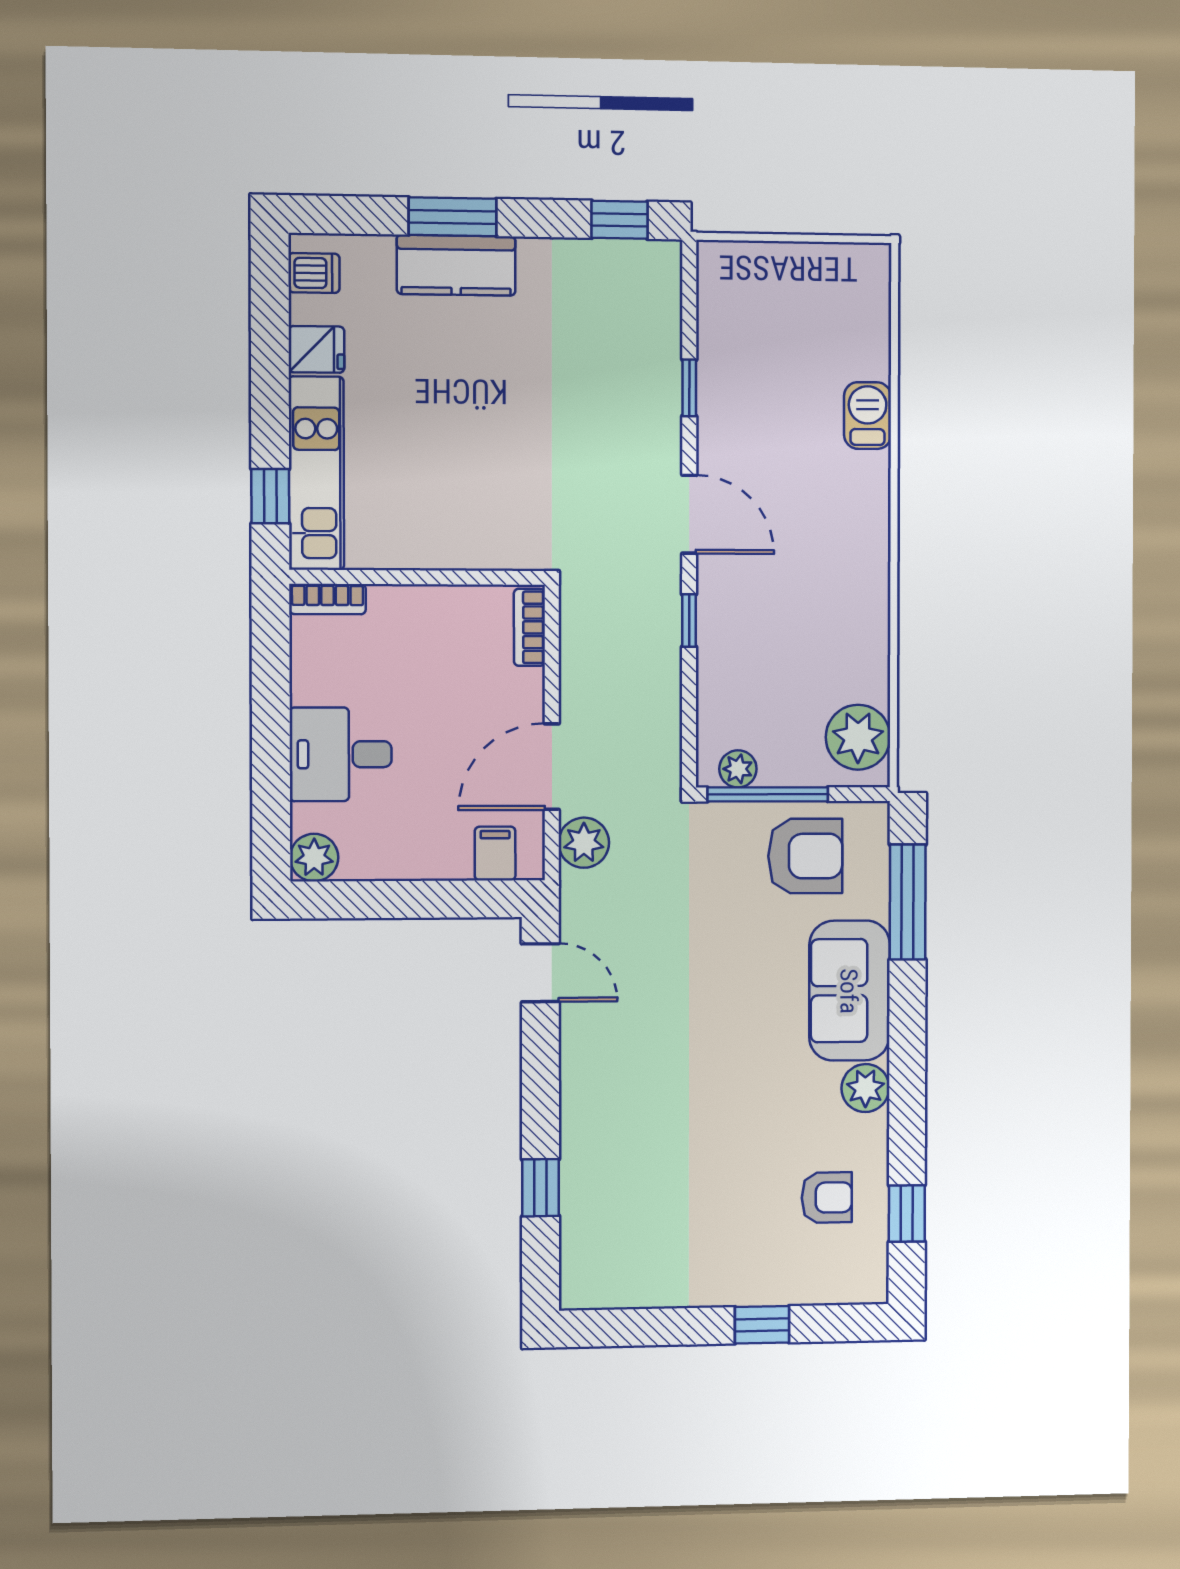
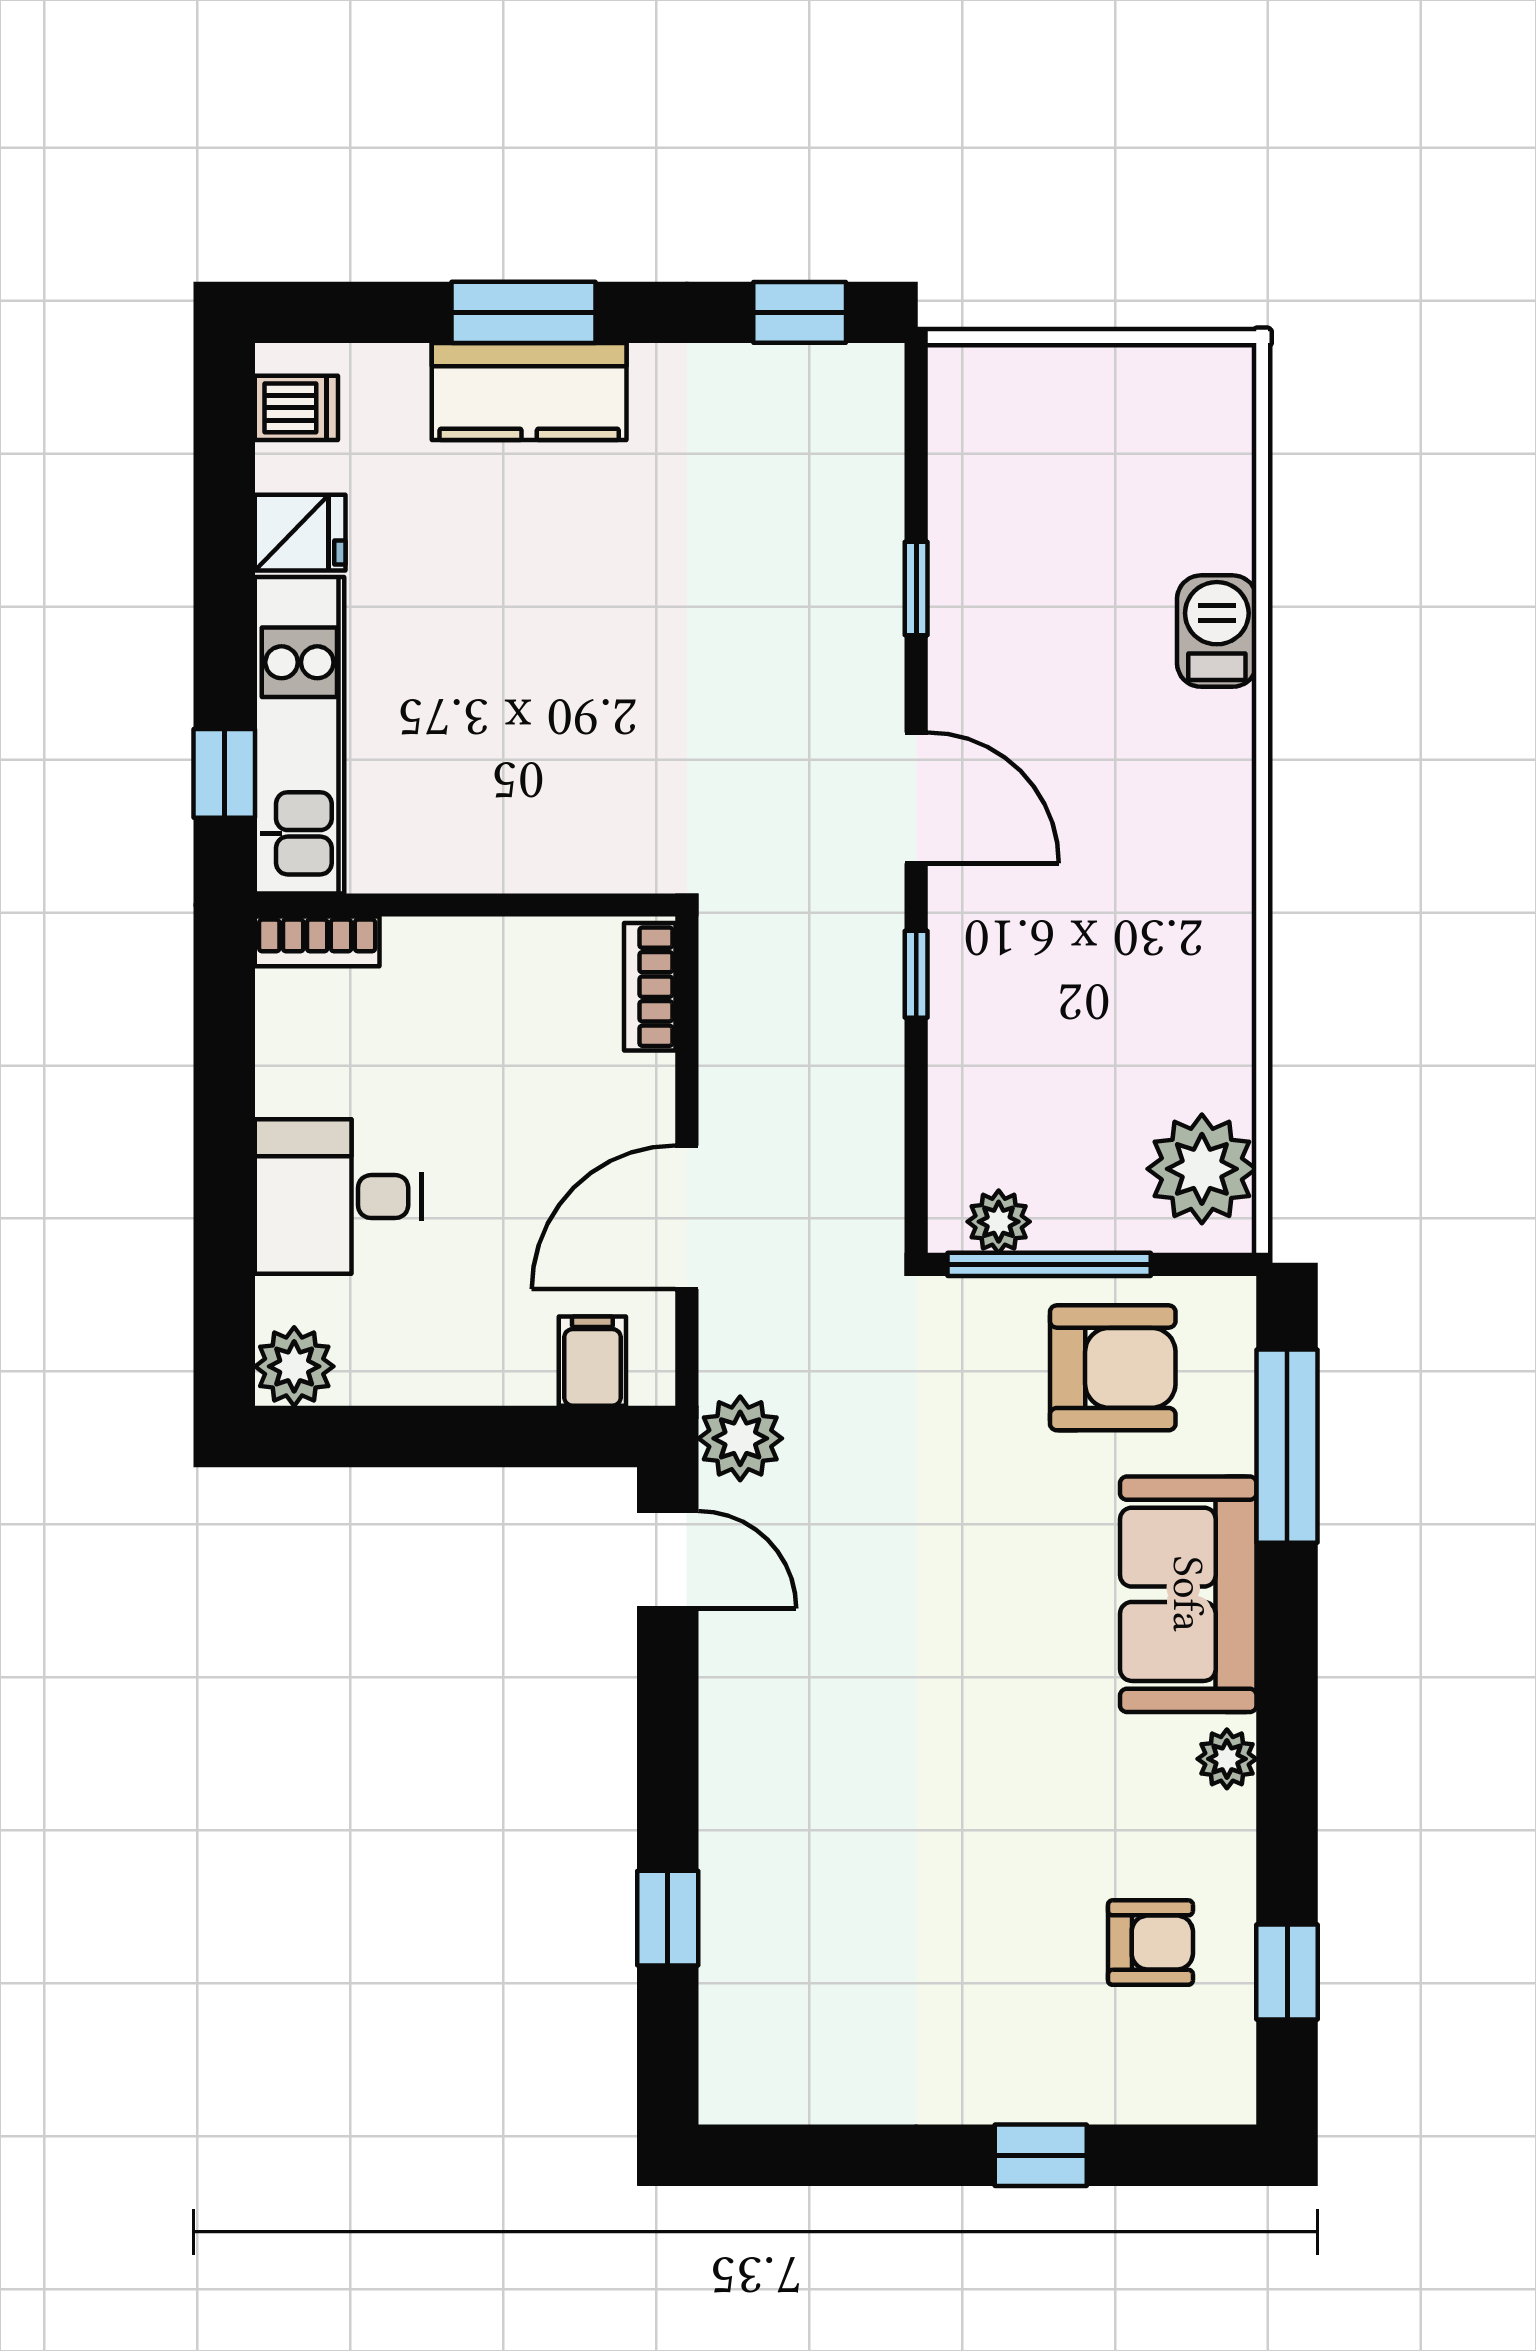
plant: (584, 843) -> (740, 1438), moved
plant: (865, 1088) -> (1227, 1759), width x0.73, depth x0.73

